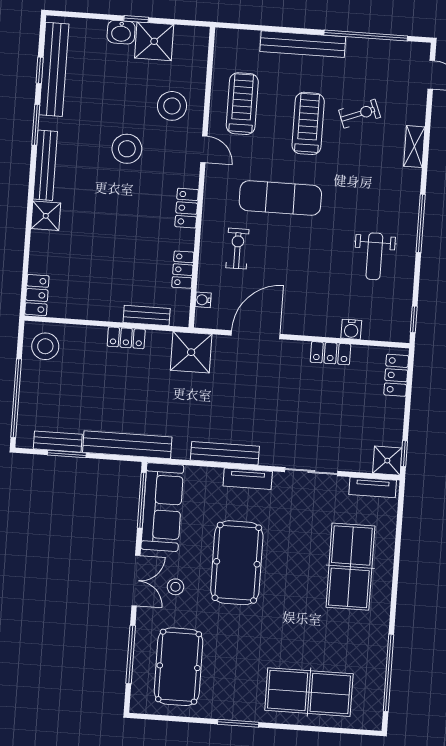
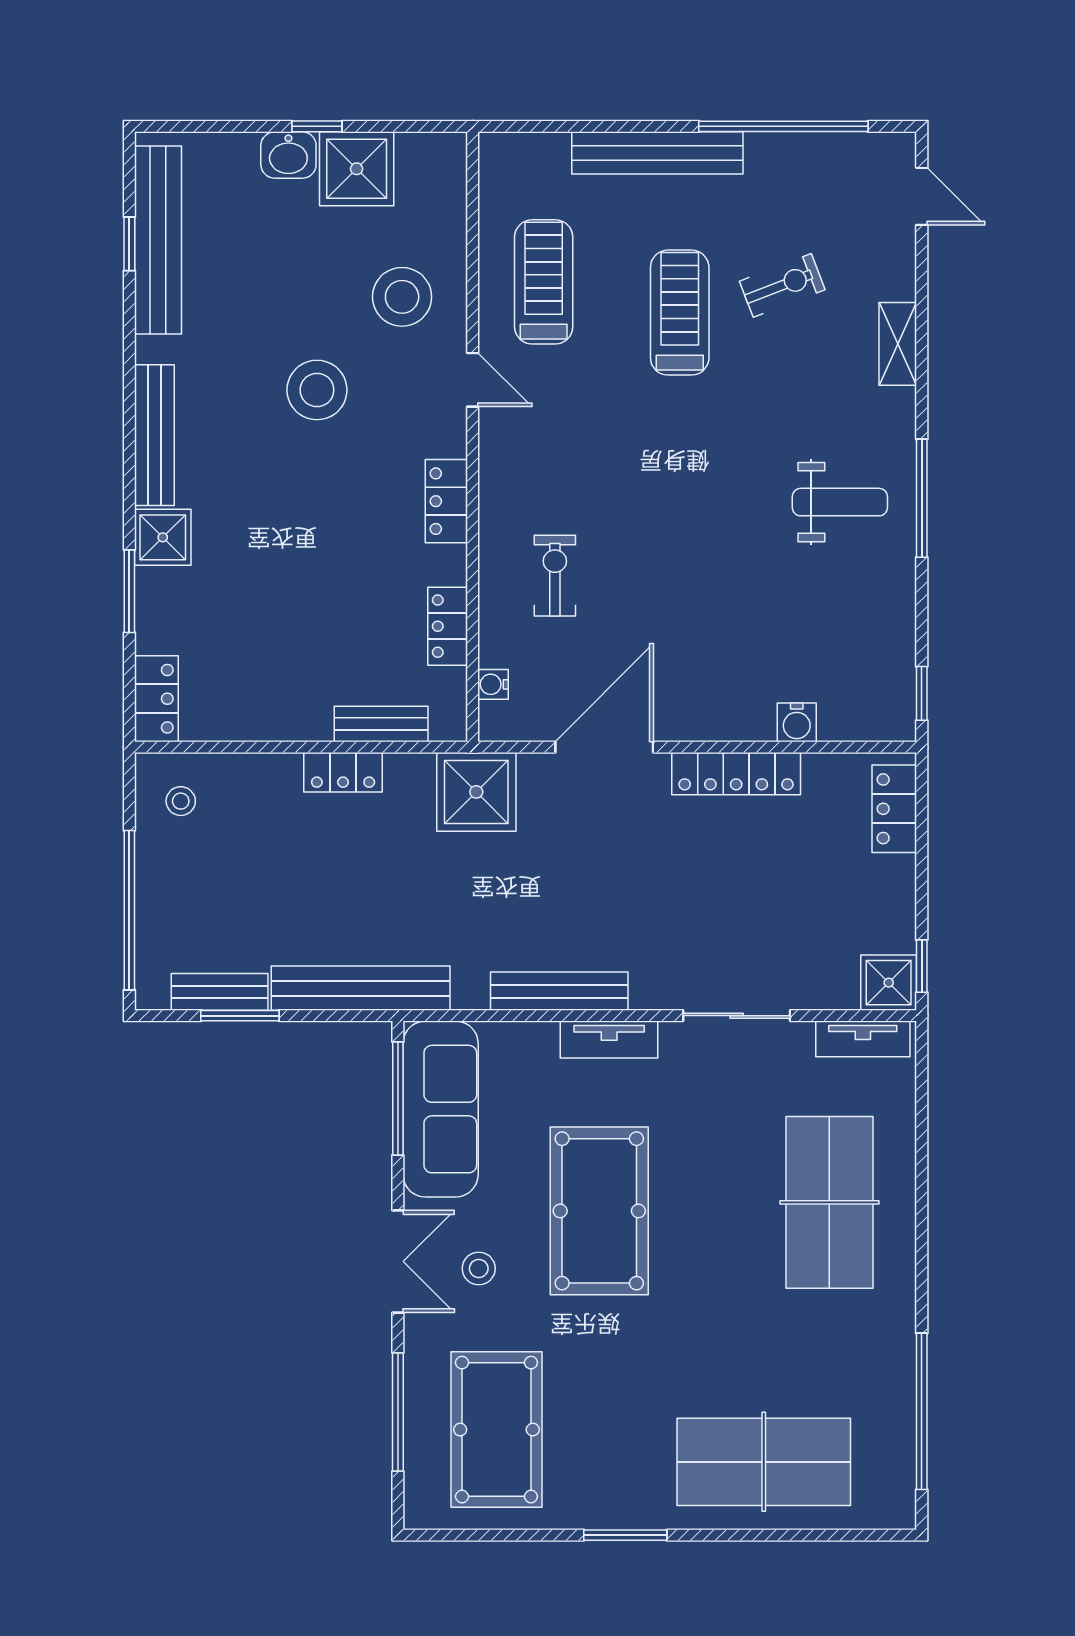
window: (36, 125) -> (129, 591), moved
exercise mat: (280, 198) -> (634, 467), removed
weight bench: (374, 256) -> (840, 502), moved, turned -90
stool: (45, 346) -> (181, 801), width x0.53, depth x0.53
locker: (330, 353) -> (736, 774), width x1.53

